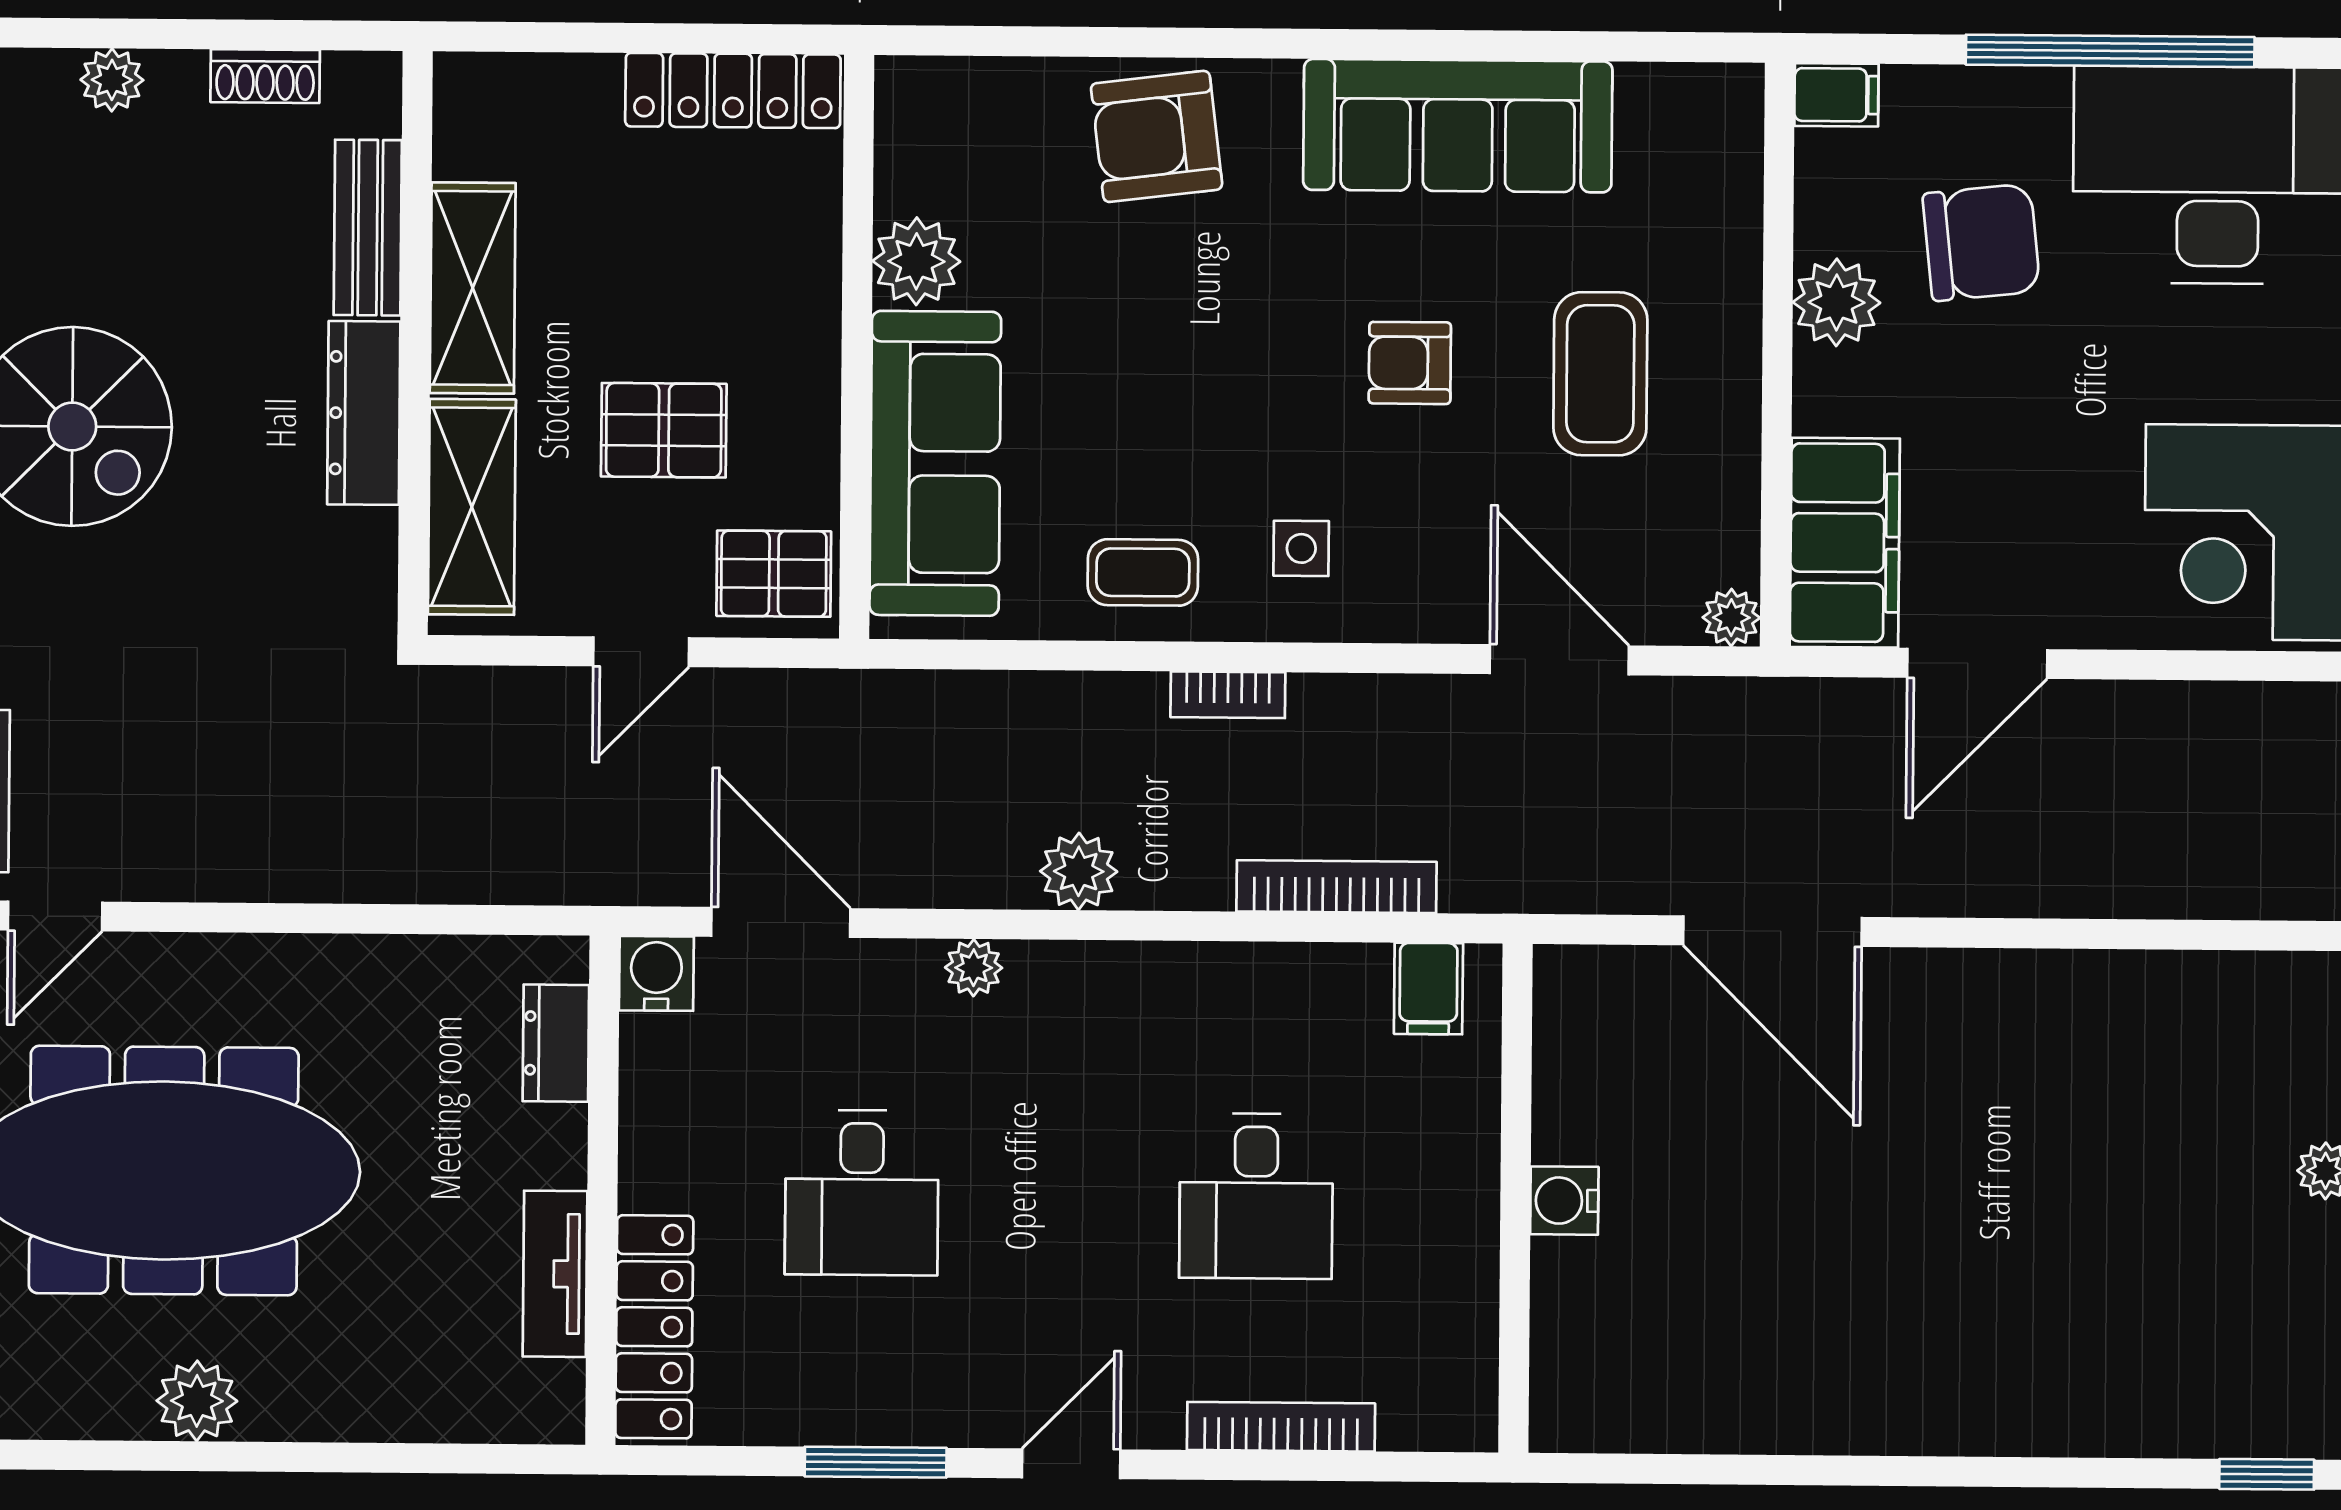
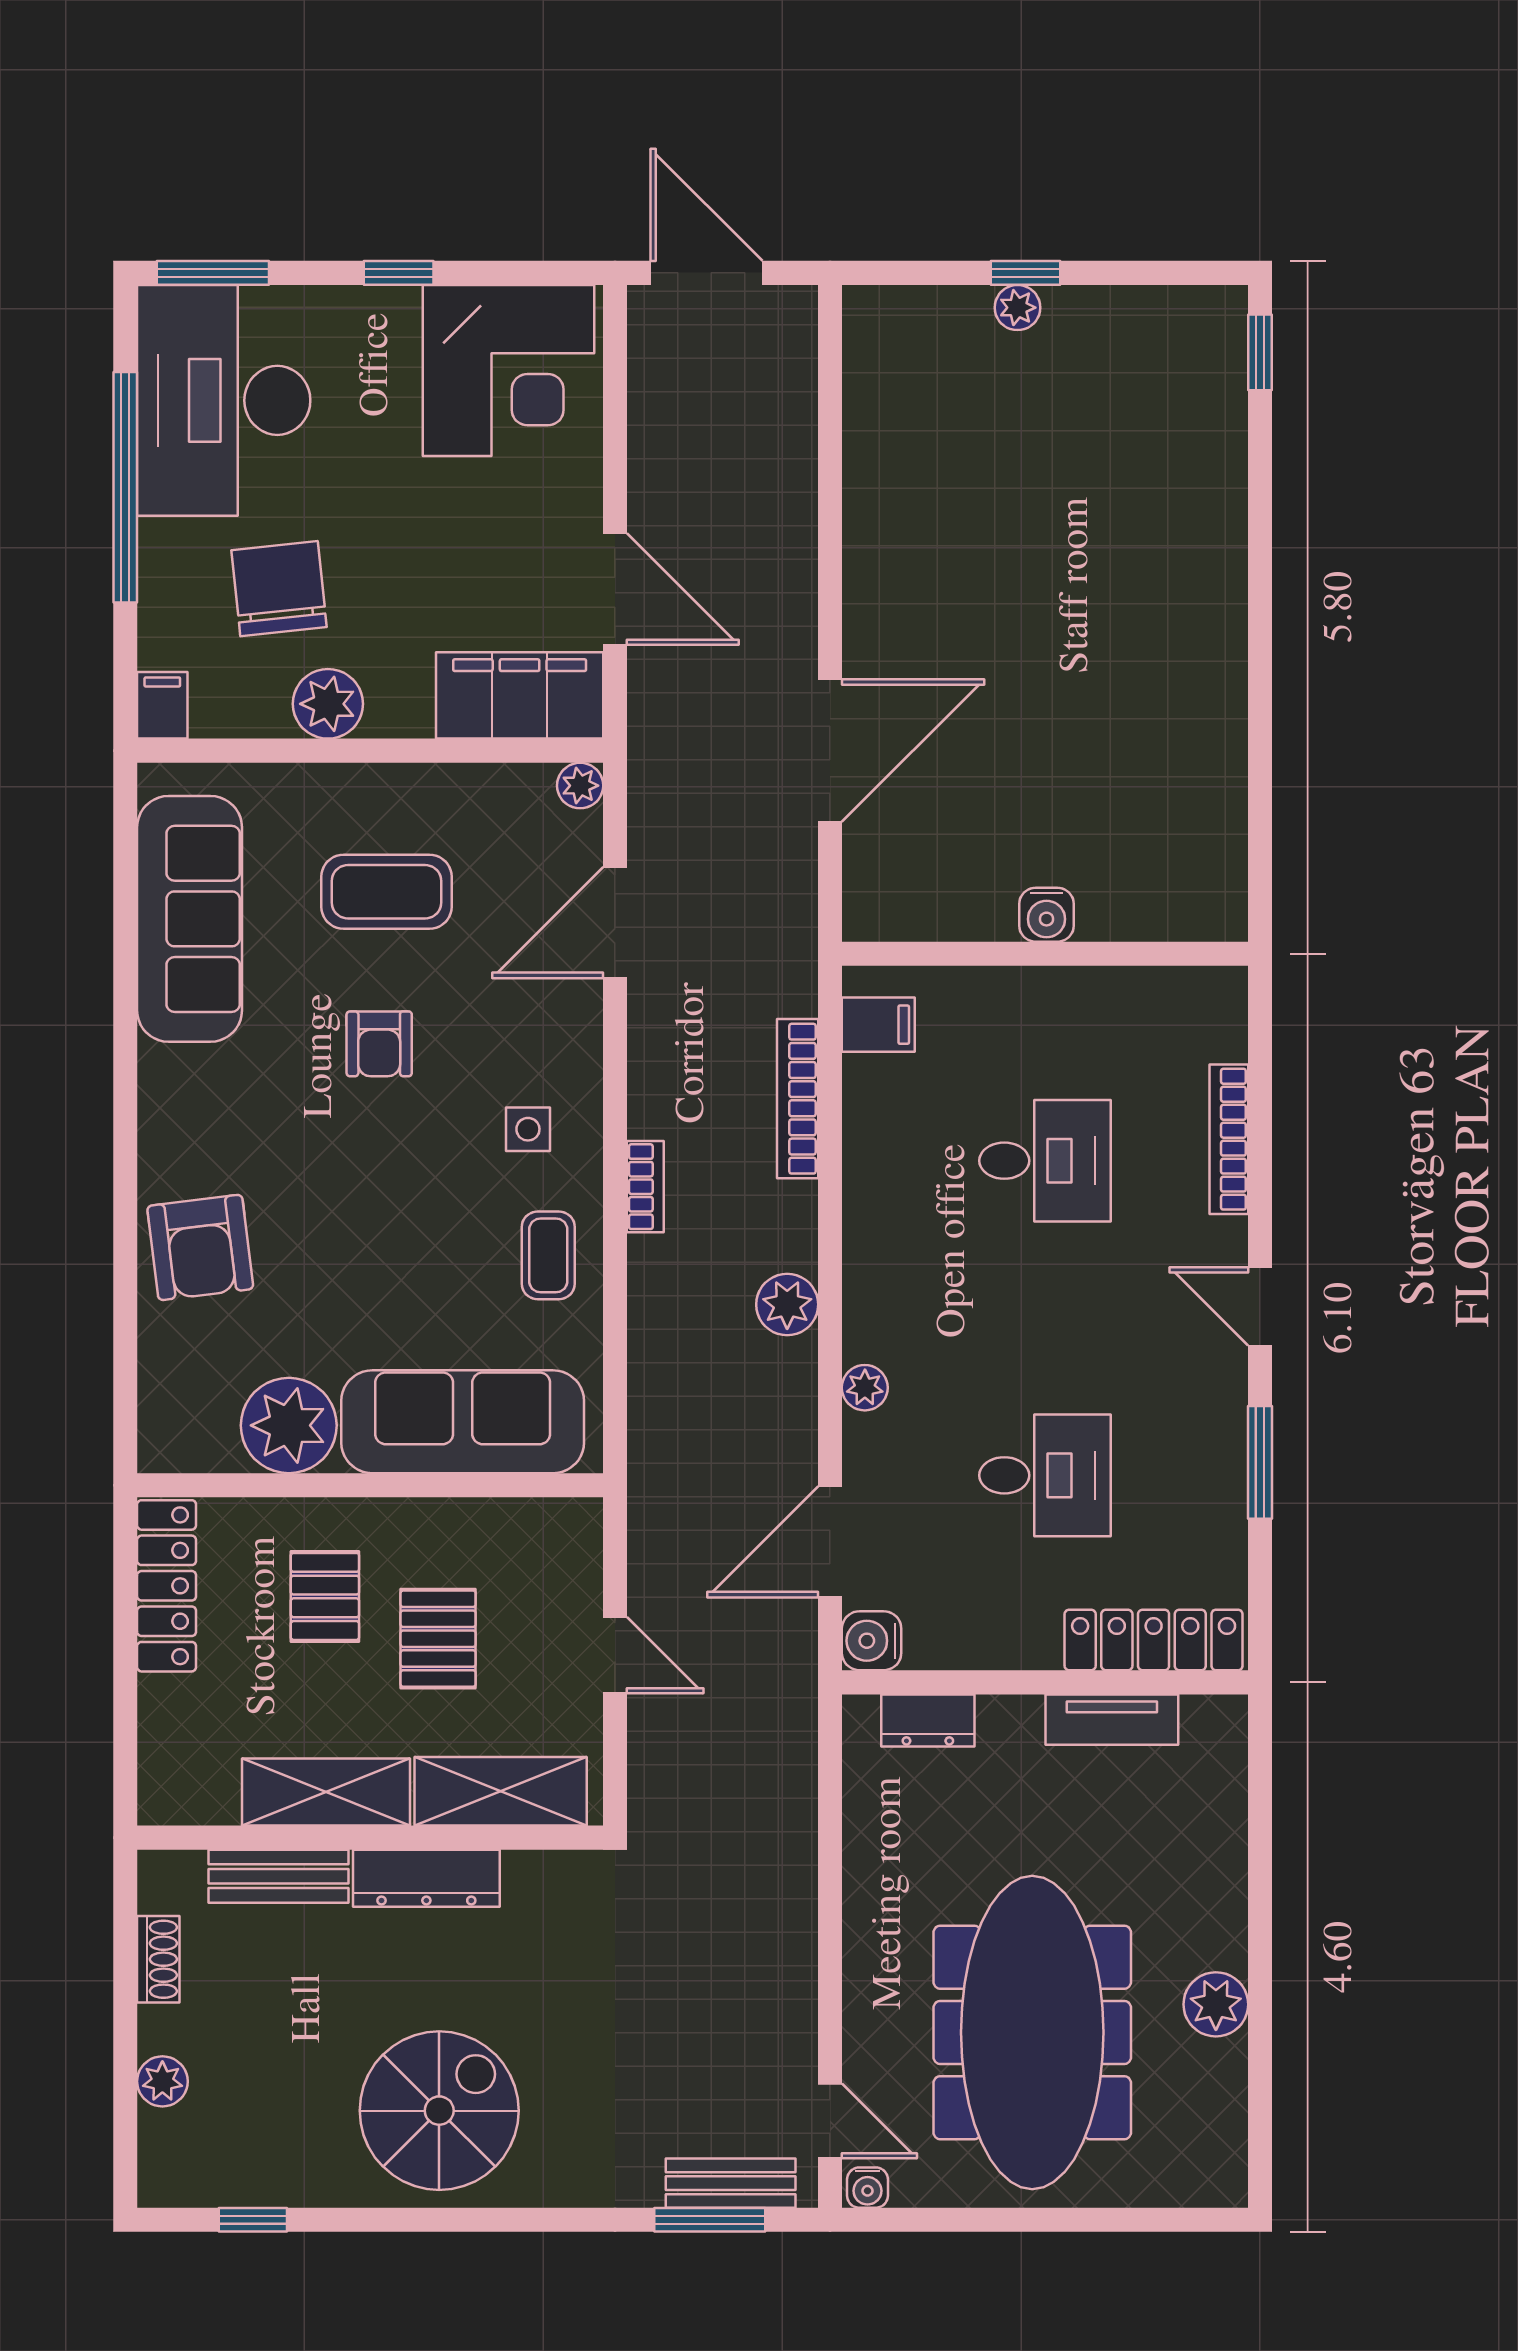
sofa: (1458, 126) -> (190, 919), moved
plant: (916, 261) -> (289, 1425), width x1.36, depth x1.36
pallet: (774, 574) -> (325, 1596), moved

